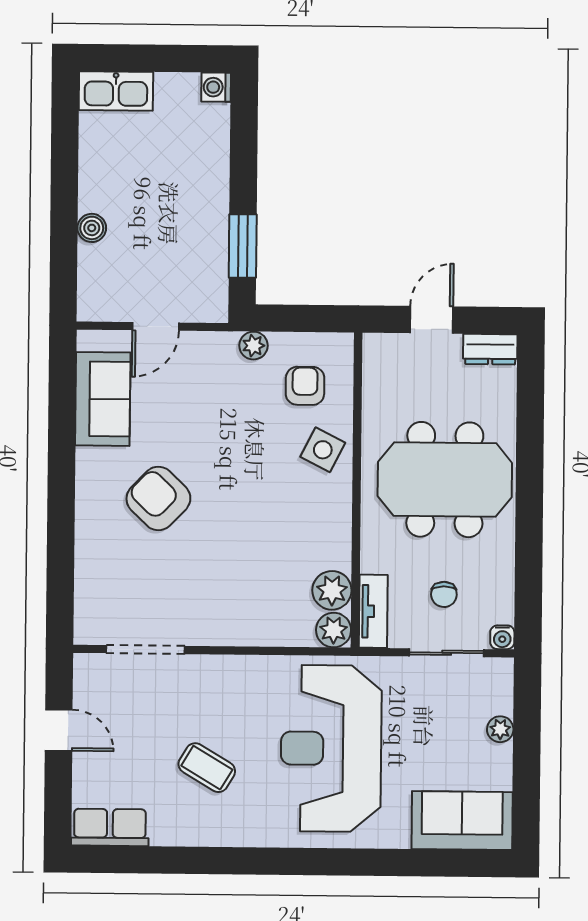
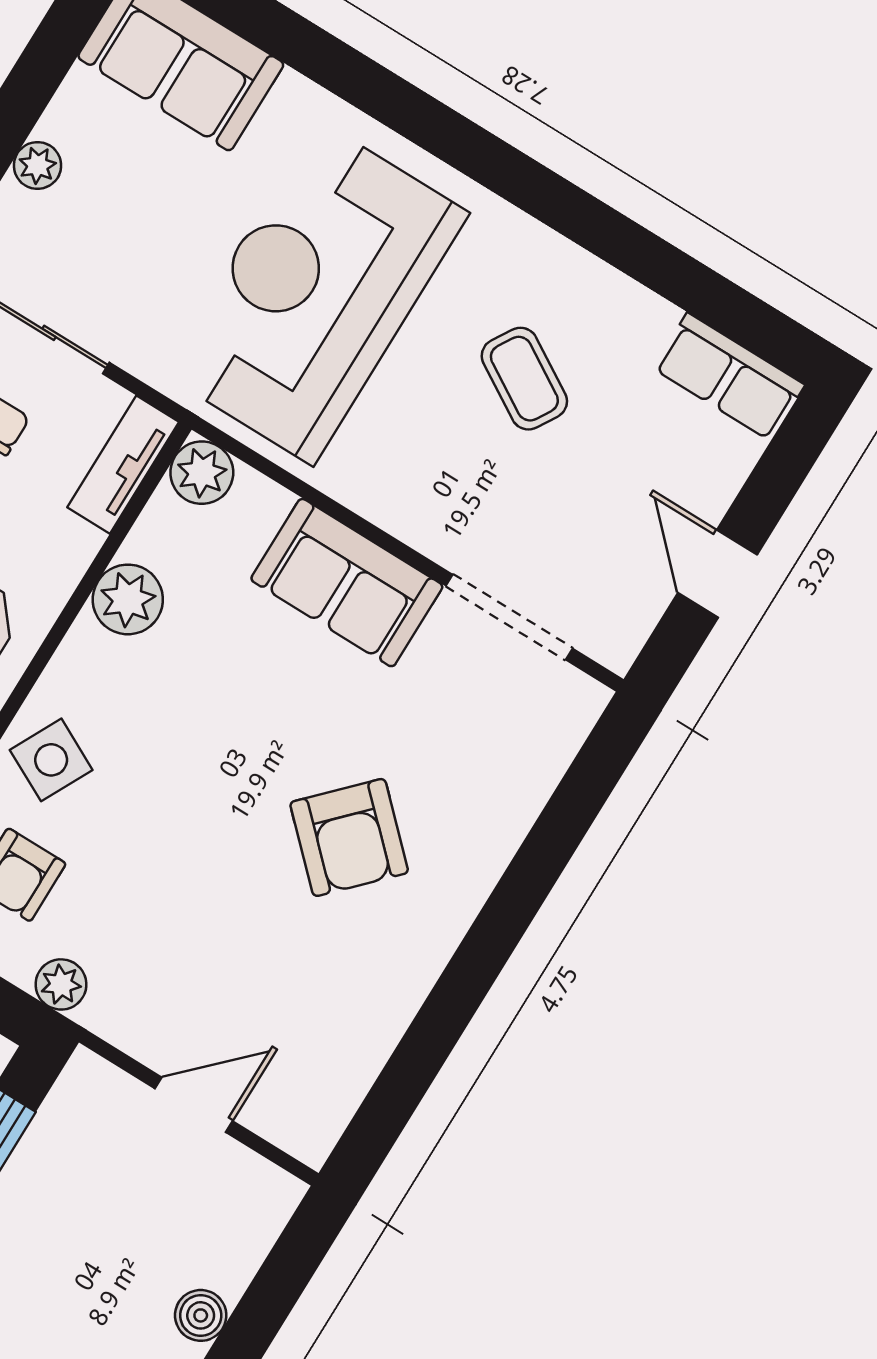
sofa: (103, 399) -> (347, 583), moved, turned -90
plant: (332, 590) -> (128, 599), moved
reception desk: (331, 748) -> (315, 293), turned 180

